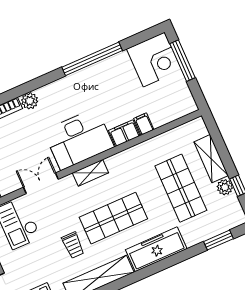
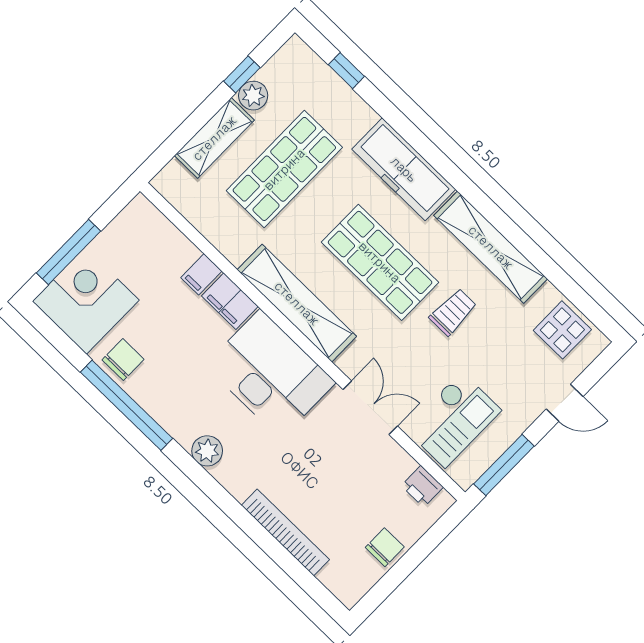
chair: (116, 66) -> (123, 360), added
plant: (30, 101) -> (207, 451), moved
shelving: (90, 173) -> (297, 303), width x2.20, depth x1.33
double door: (41, 183) -> (370, 408), swing flipped
window: (218, 240) -> (346, 71), width x0.67

